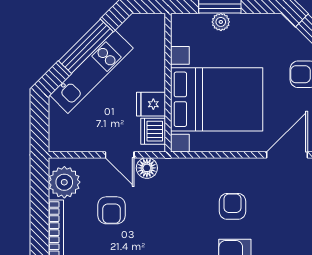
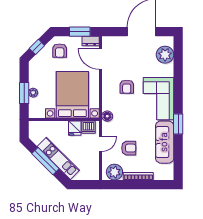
floor lamp: (147, 168) -> (107, 116), moved
armchair: (233, 206) -> (127, 87), turned -90

